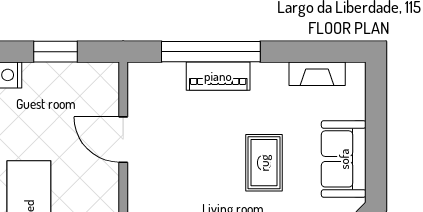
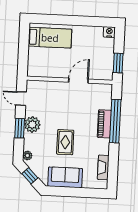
window: (56, 52) -> (118, 63), moved
rug: (264, 163) -> (65, 142), turned 90

